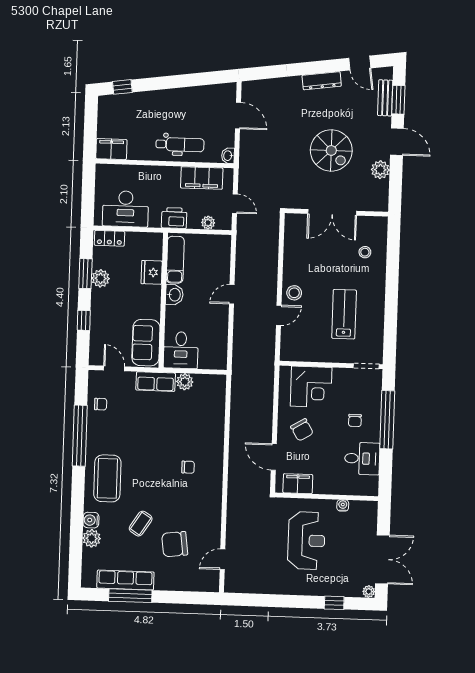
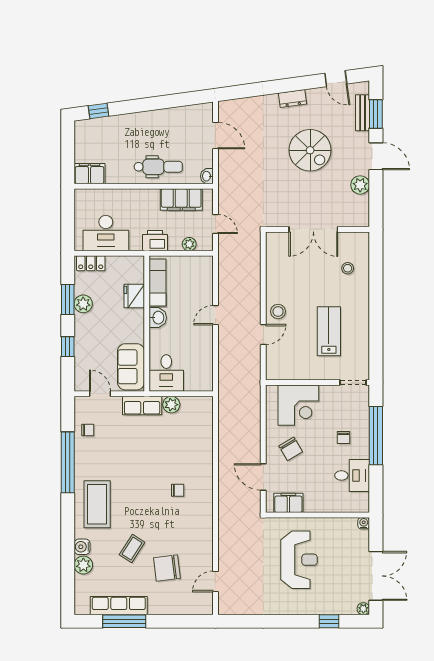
dresser: (322, 81) -> (292, 99), width x0.70
spiral stairs: (331, 150) -> (310, 150), moved
water cooler: (343, 505) -> (364, 523), moved

